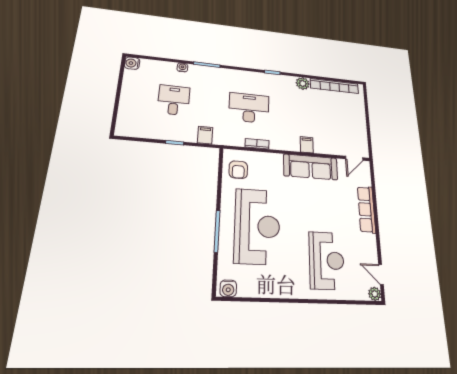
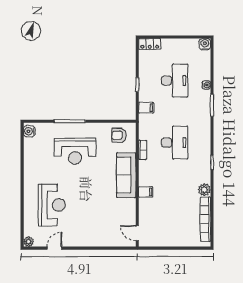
desk: (174, 100) -> (175, 81), width x1.37
locker: (123, 123) -> (150, 44), added
sofa: (311, 167) -> (126, 175), moved
row of seats: (366, 209) -> (94, 240), removed
reception desk: (257, 226) -> (75, 151), width x0.74, depth x0.77
reception desk: (327, 260) -> (52, 205), turned -90
door: (381, 274) -> (54, 248), moved

